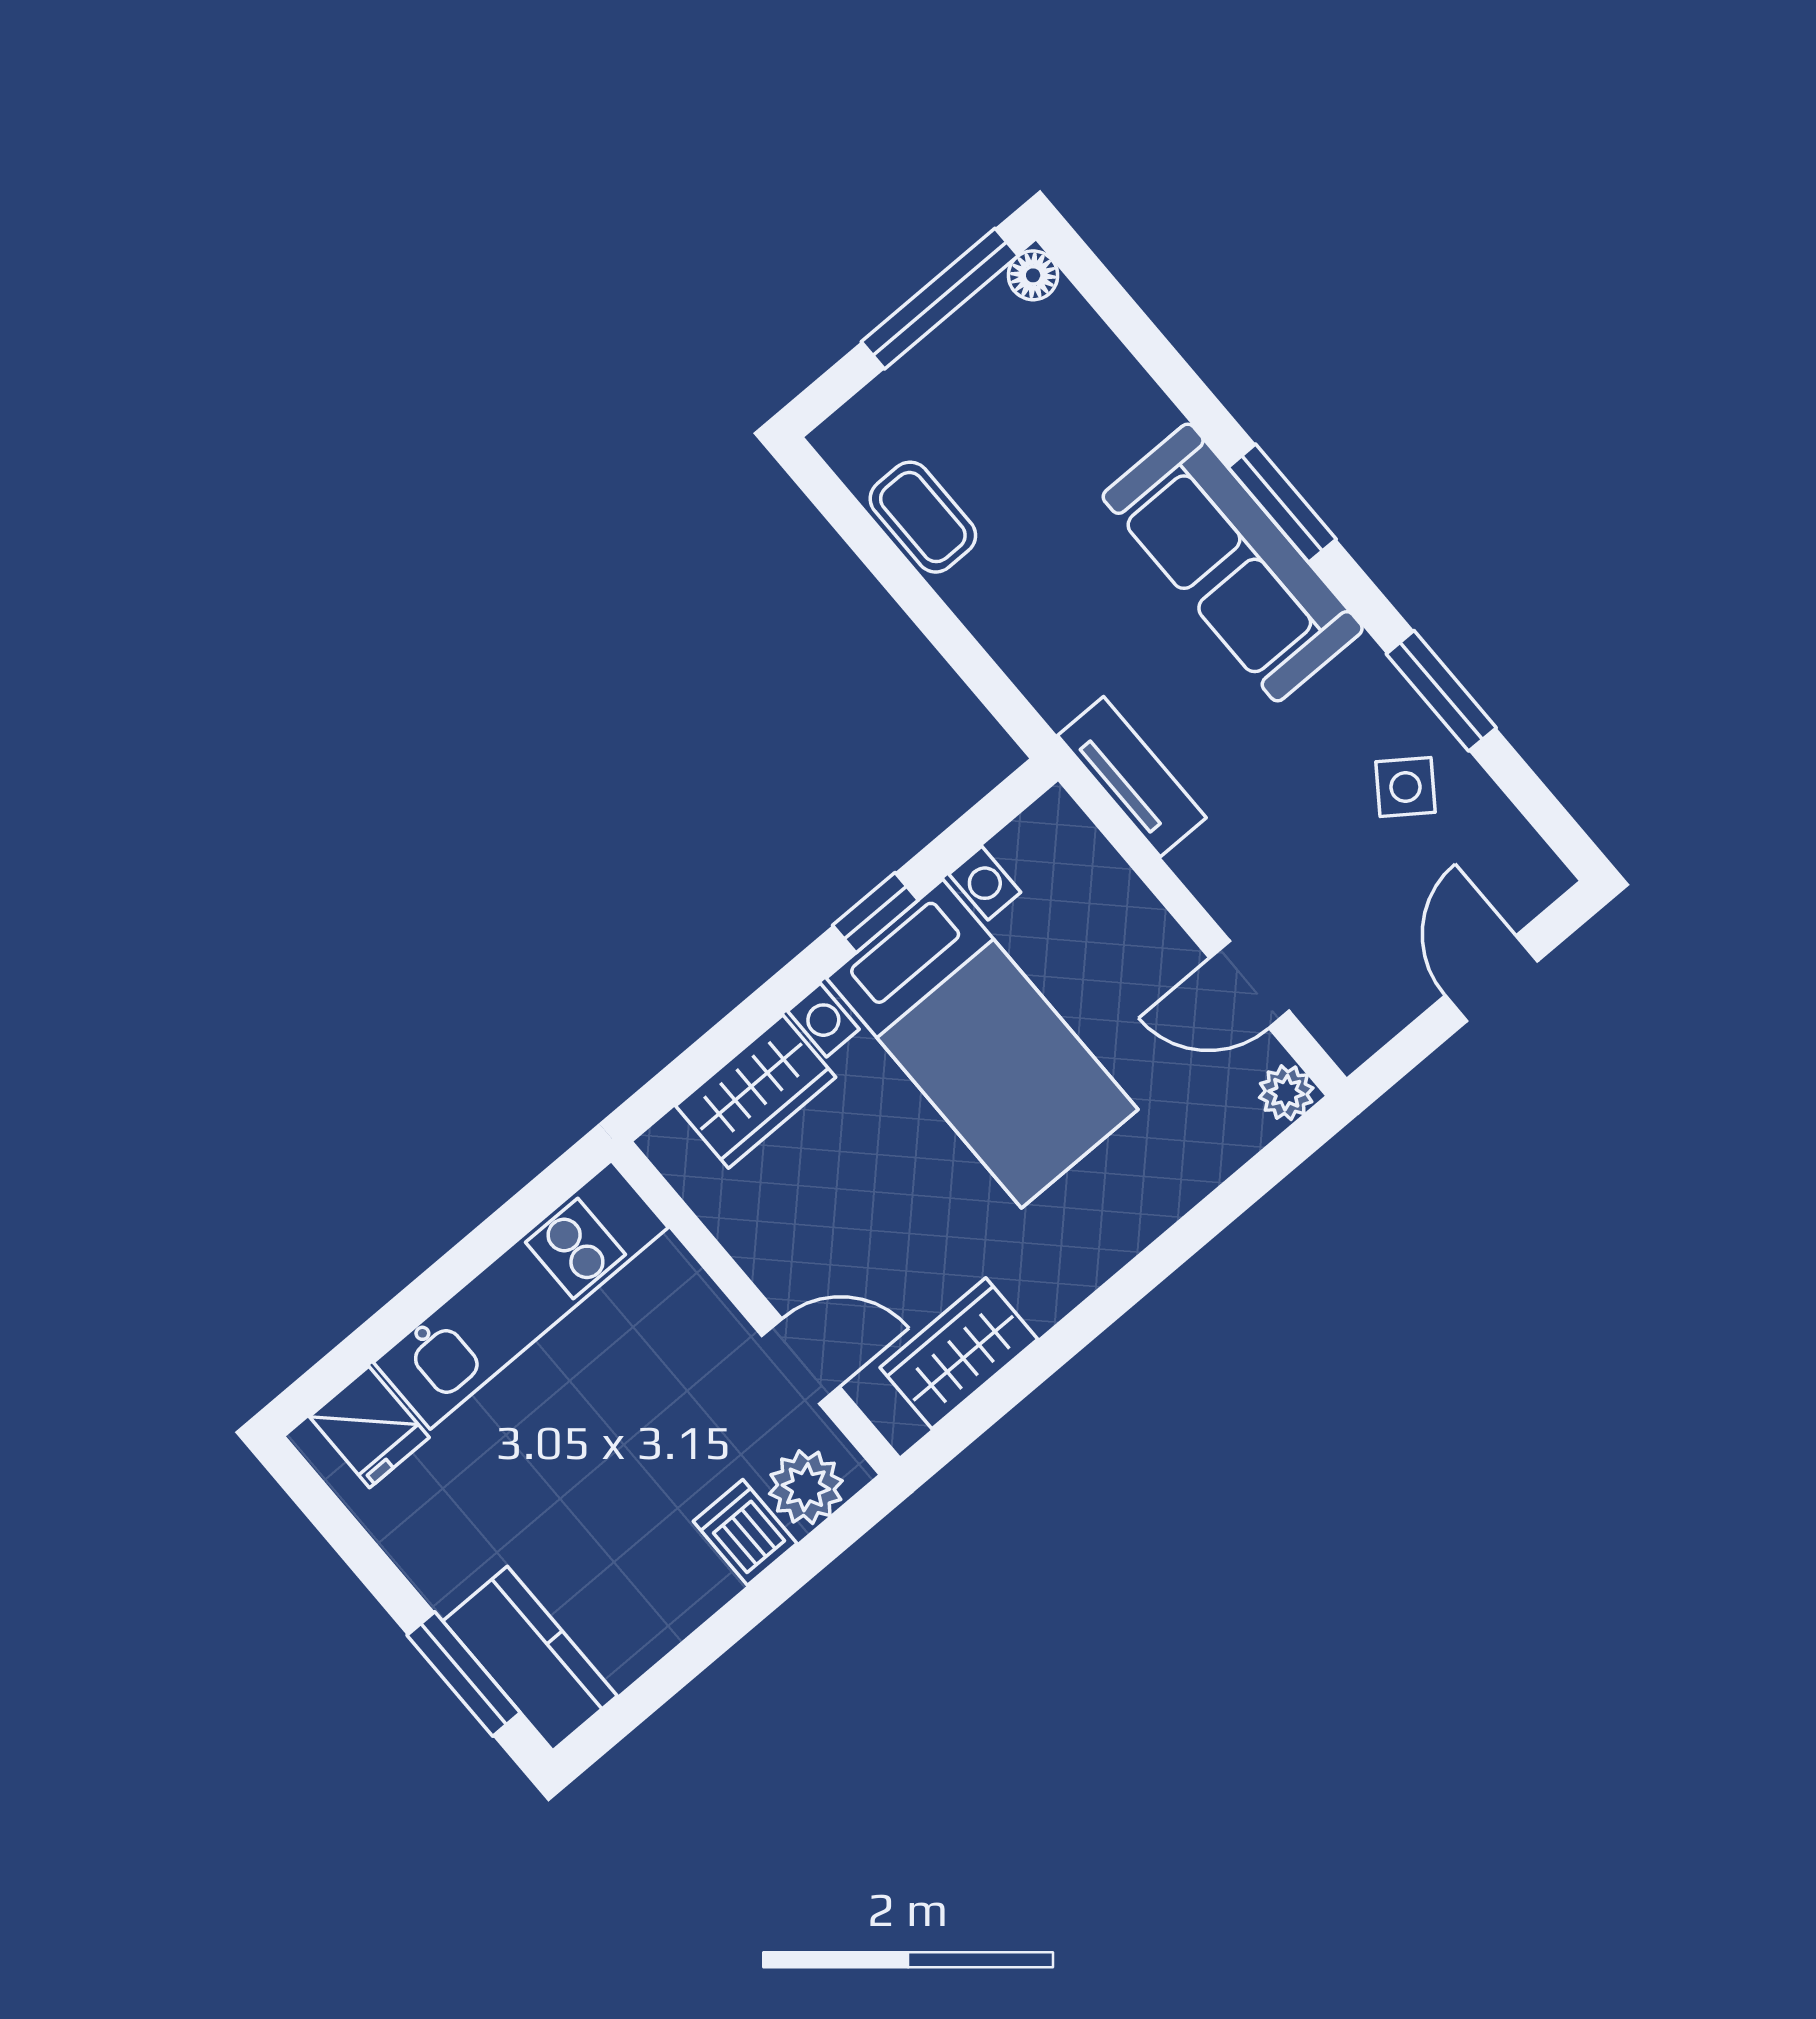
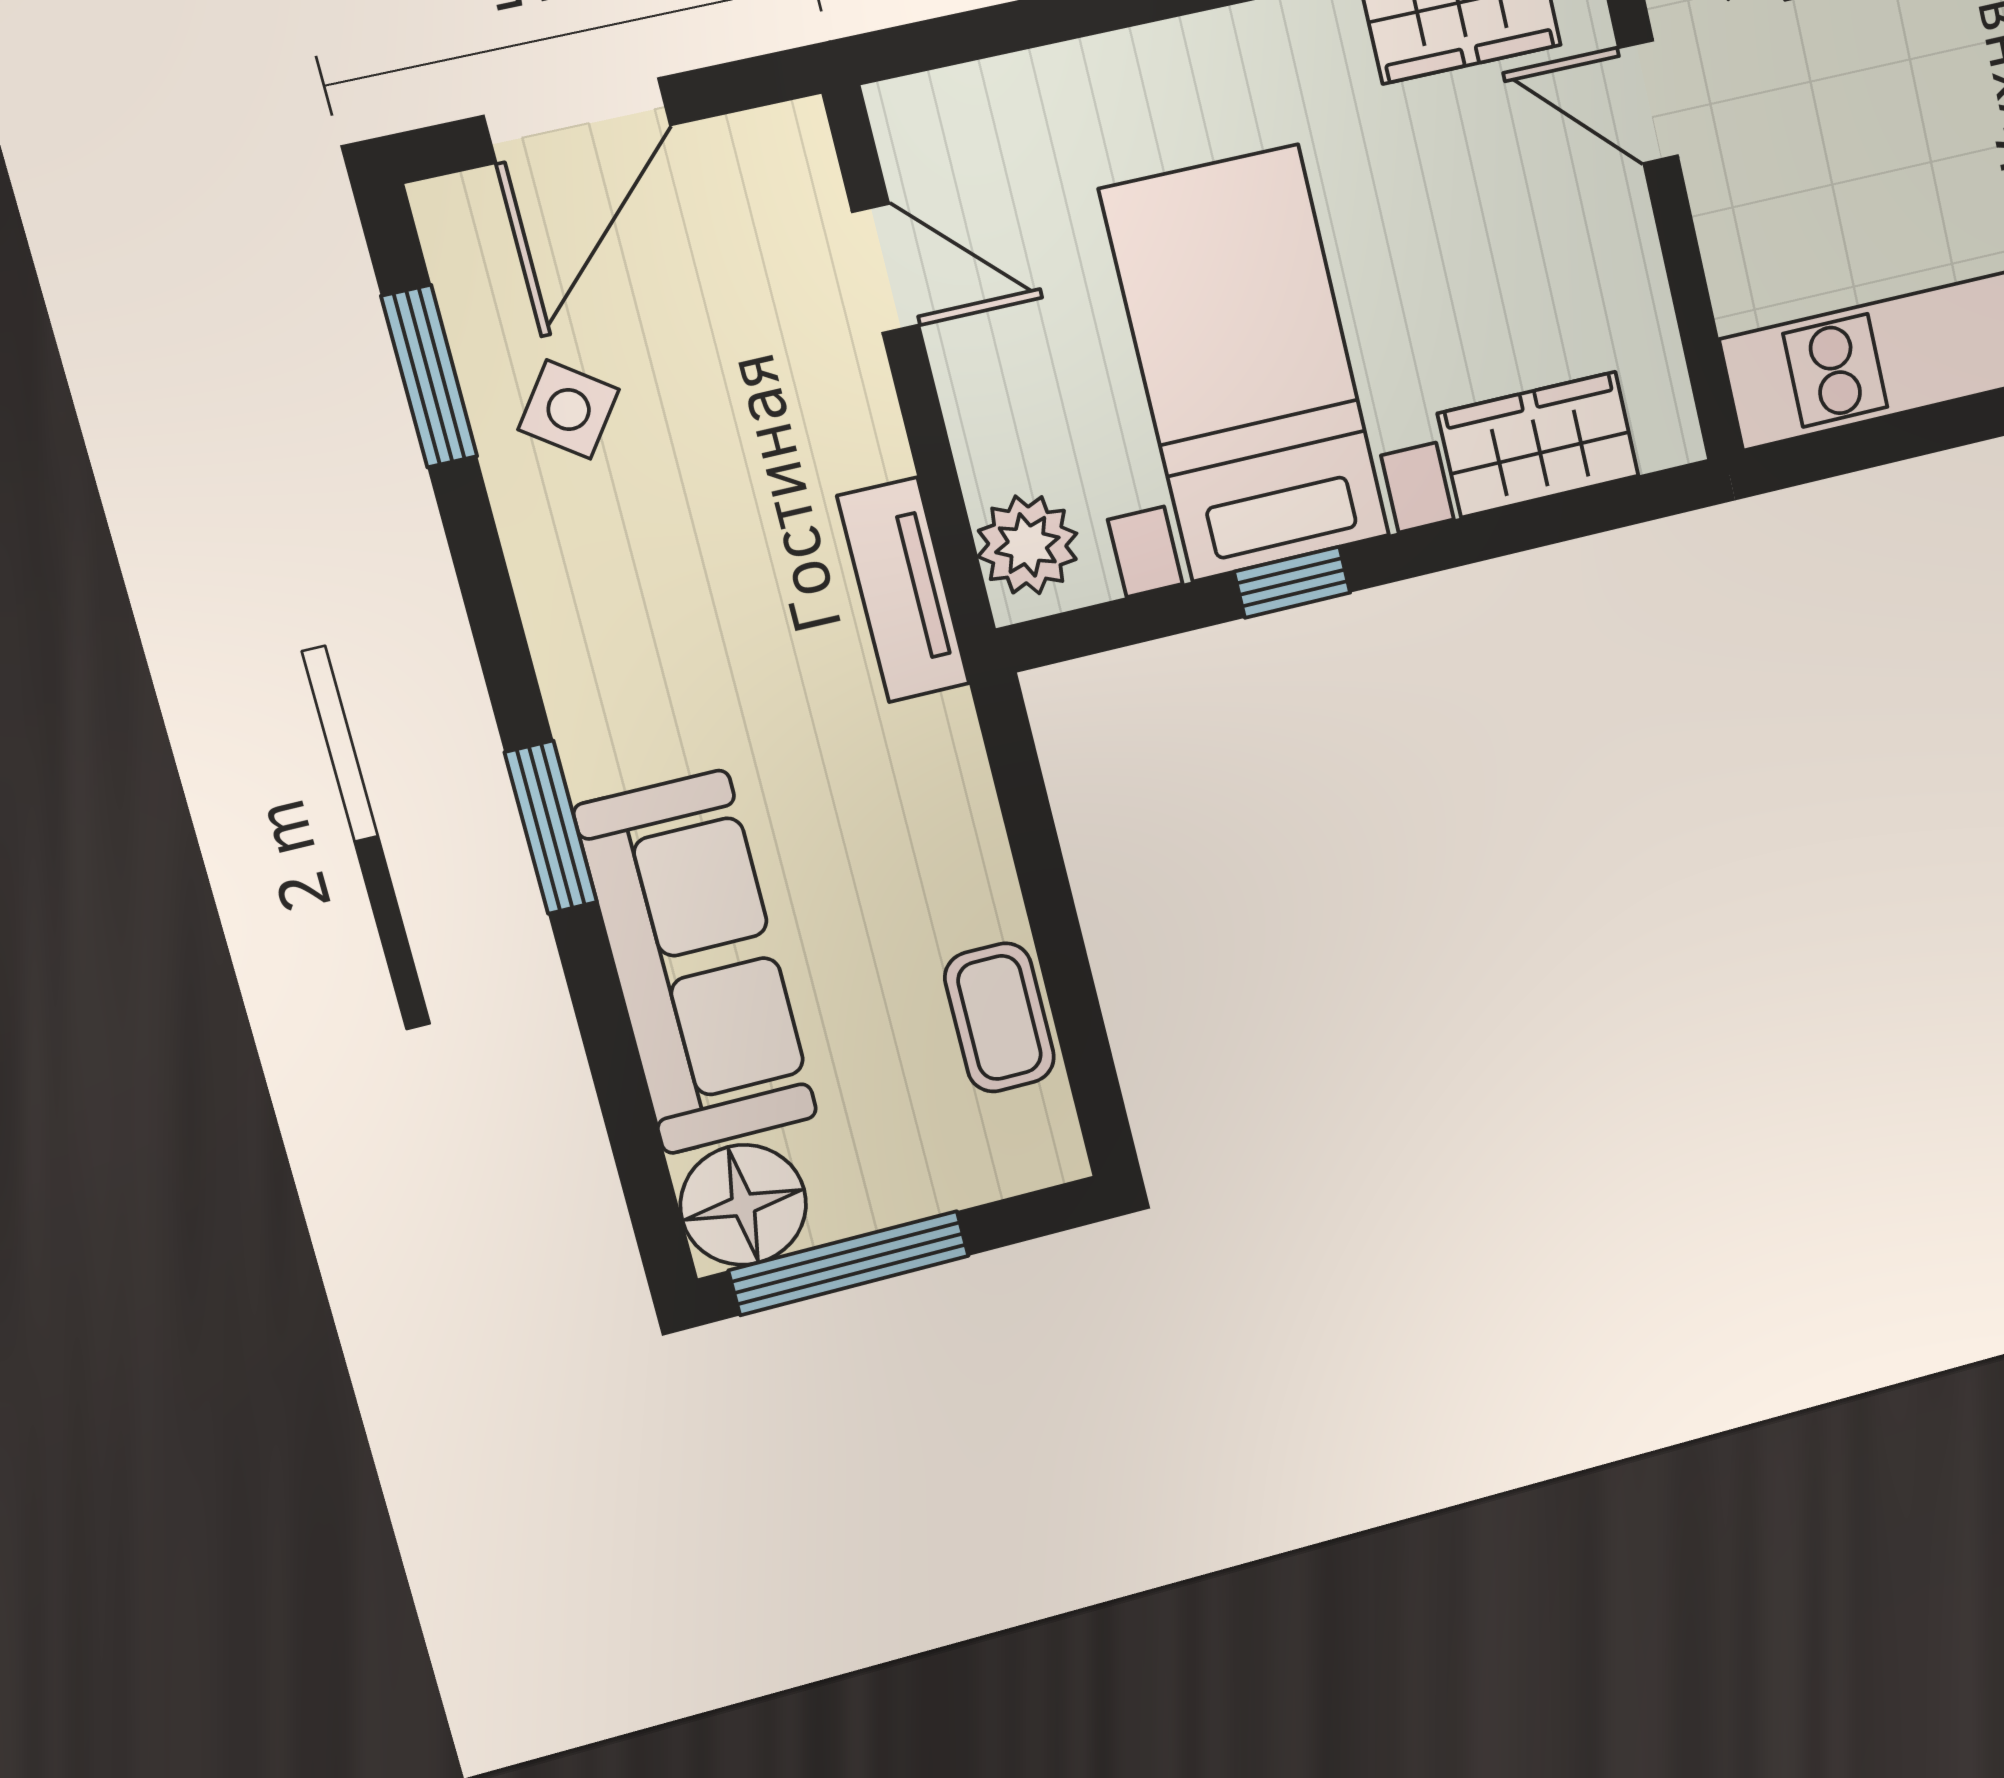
floor lamp: (1033, 275) -> (743, 1205), width x1.89, depth x1.89
sofa: (1233, 563) -> (696, 963), moved
window: (1441, 691) -> (429, 376), moved
door: (1491, 978) -> (577, 121), width x1.38
plant: (1286, 1093) -> (1027, 545), moved, width x1.38, depth x1.38

